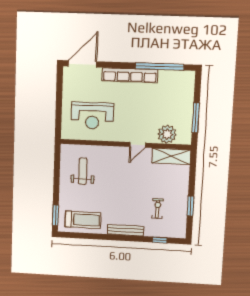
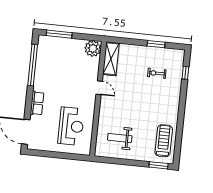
row of seats: (130, 75) -> (37, 103), width x0.50
window: (196, 118) -> (59, 34), moved
plant: (167, 134) -> (93, 49), moved
bench: (126, 230) -> (175, 103), removed

